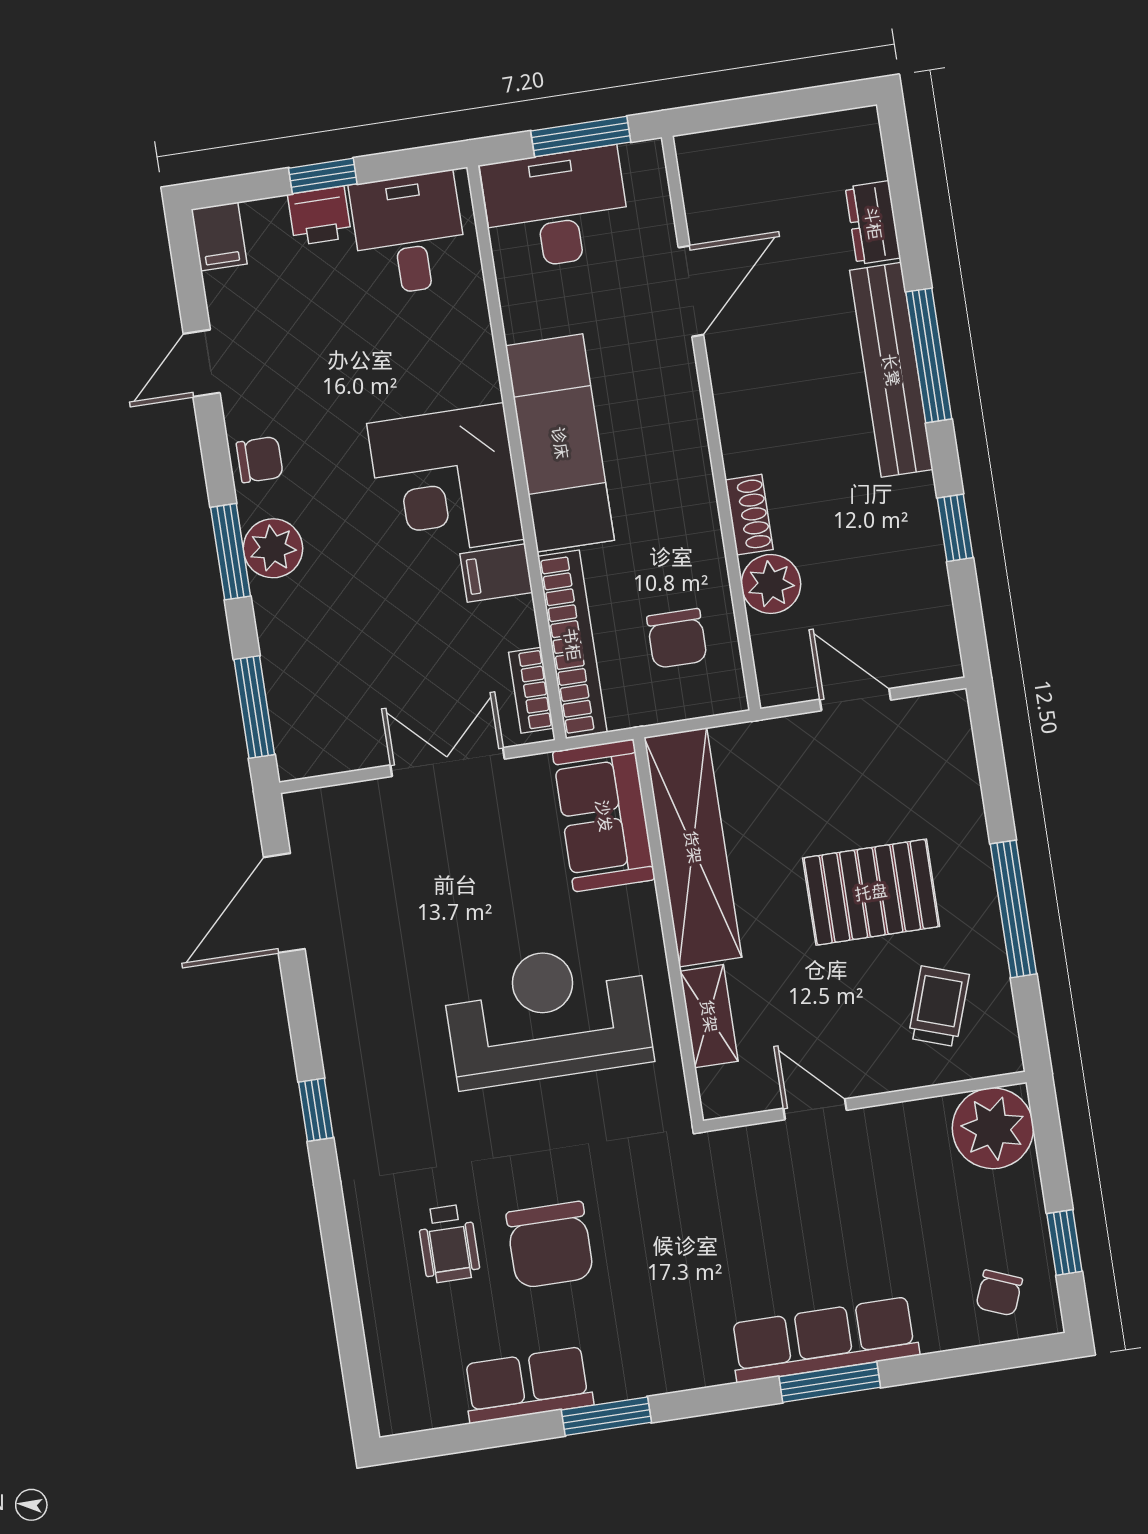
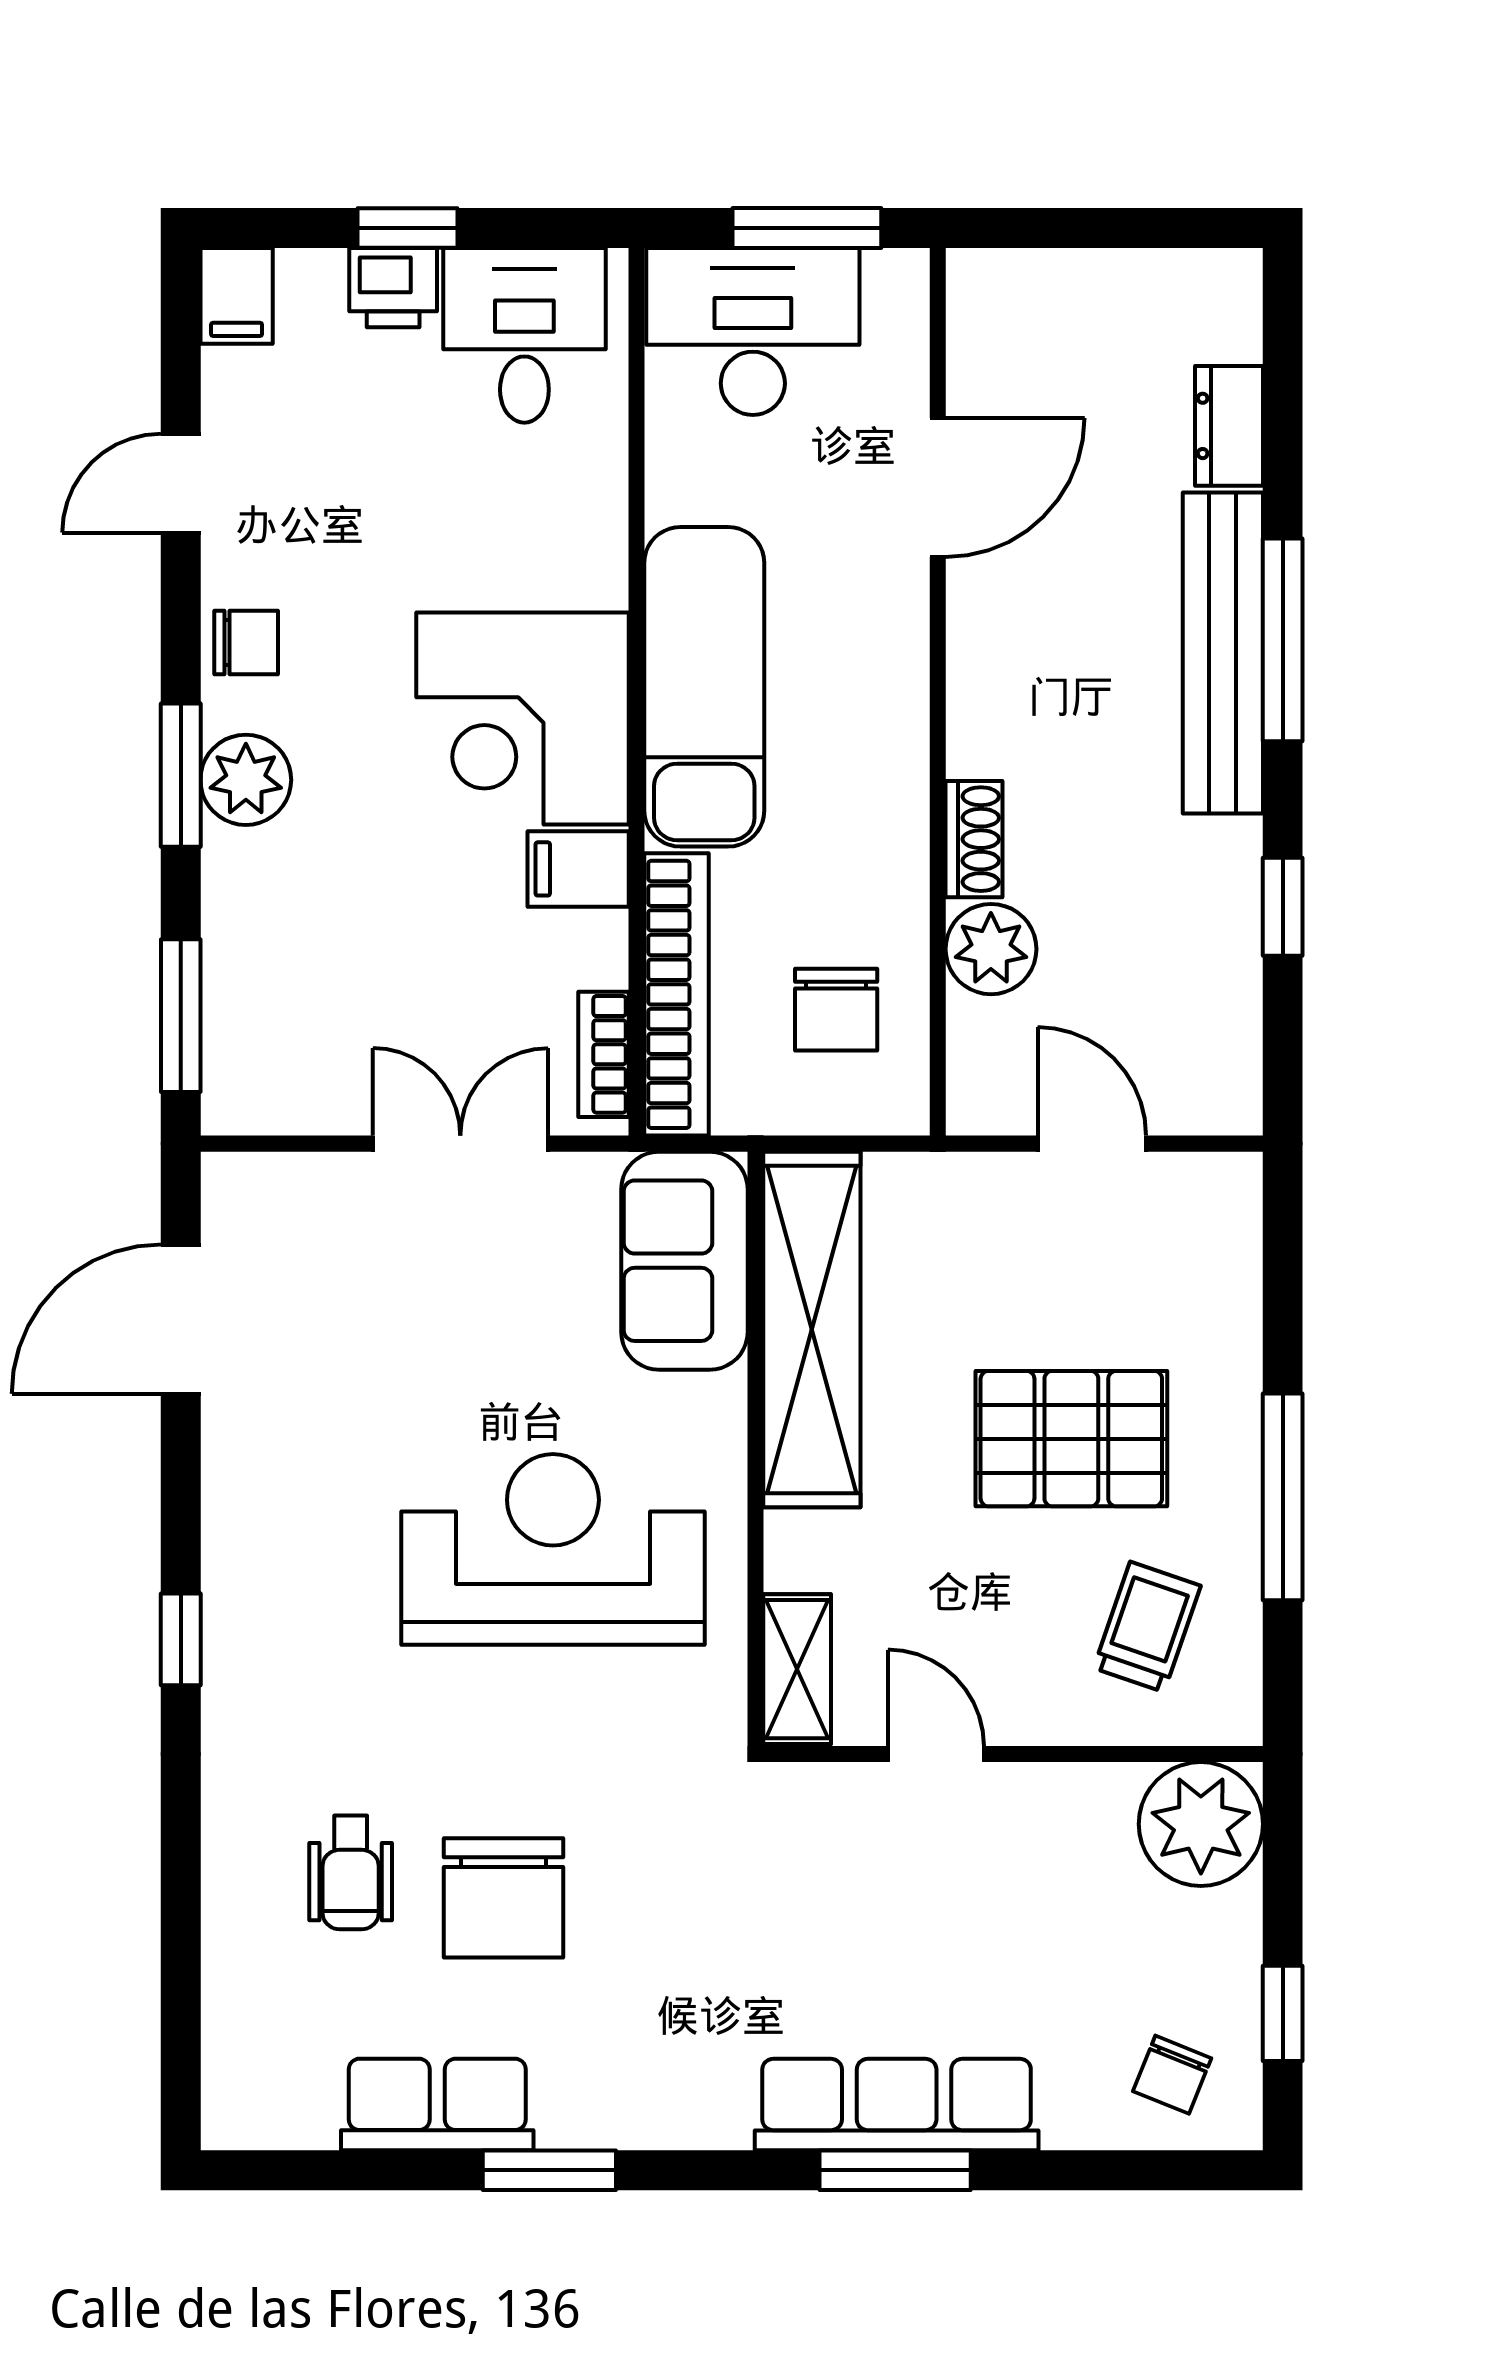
shelving: (709, 1016) -> (797, 1669), moved

